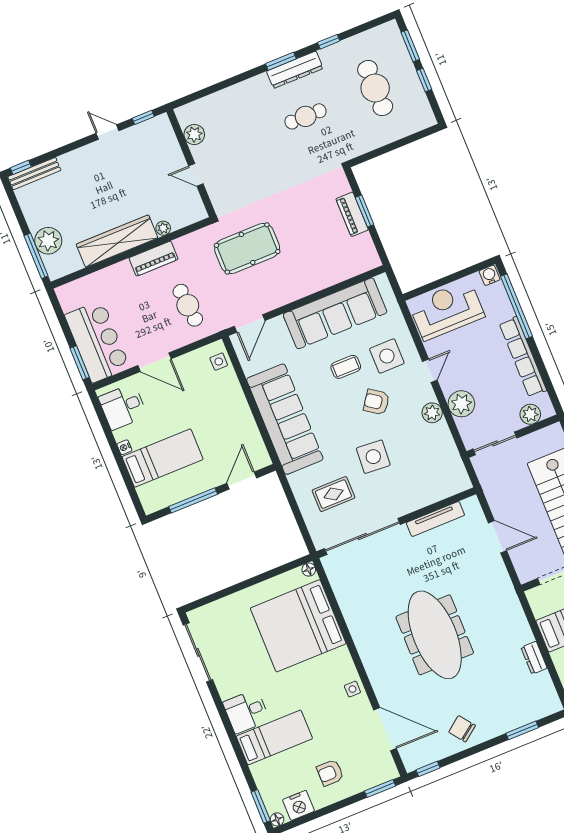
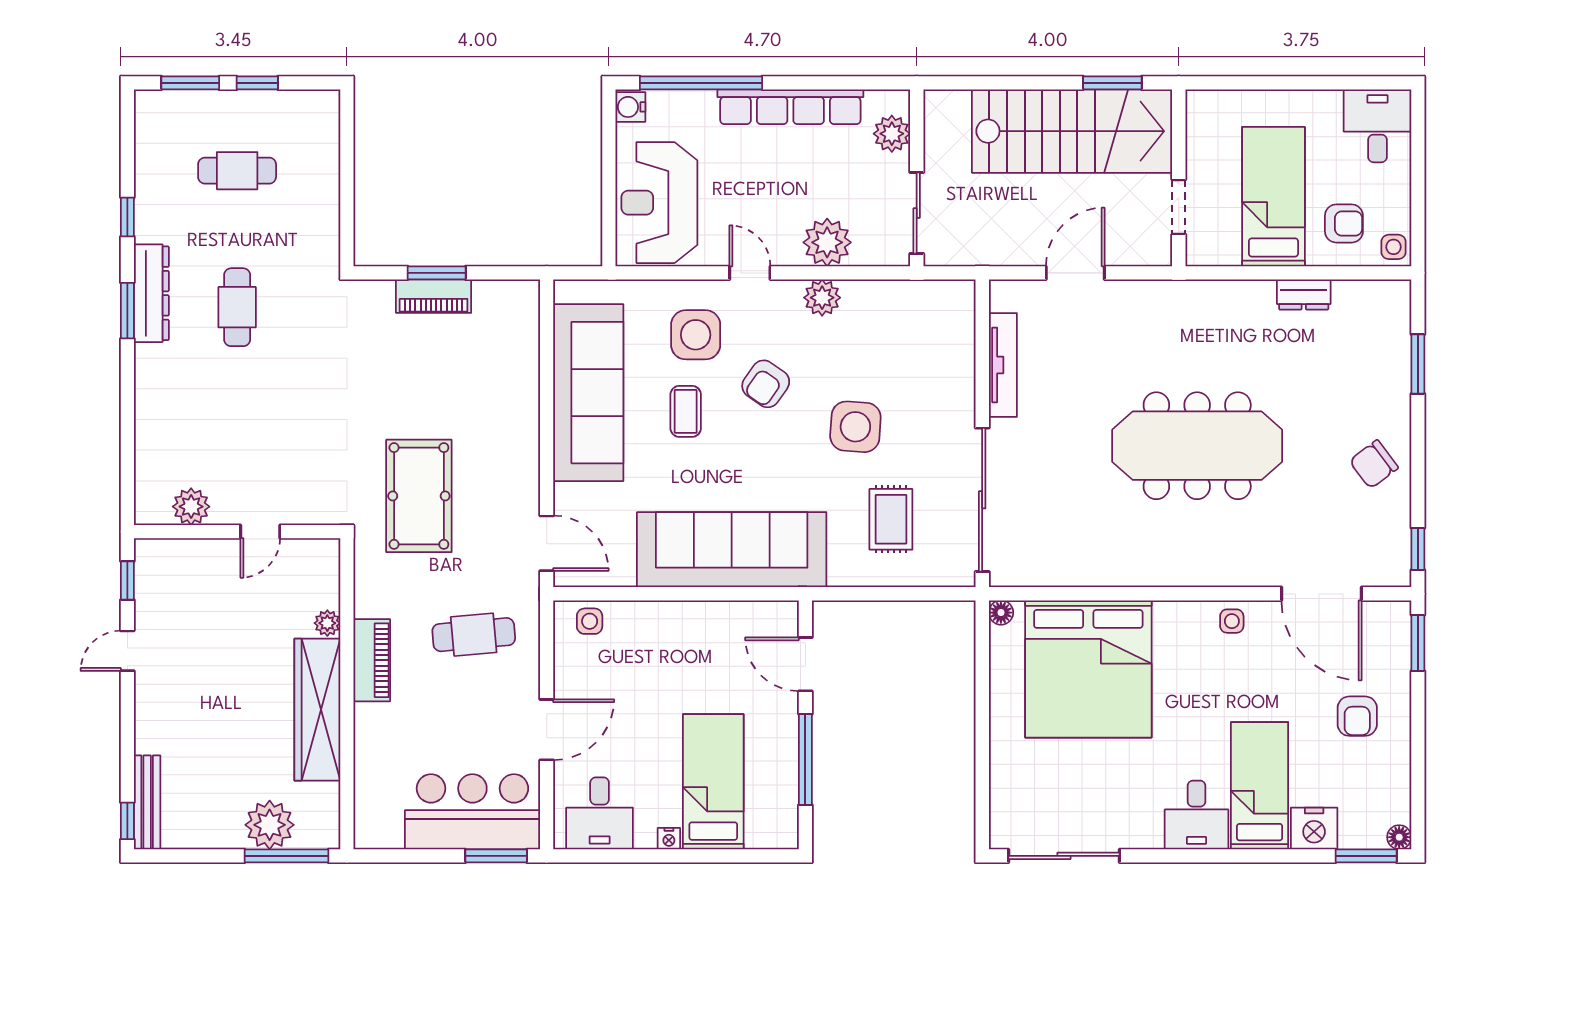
cafe table: (375, 88) -> (237, 171), width x0.73, depth x0.74
door: (385, 729) -> (1322, 594), swing flipped
nightstand: (299, 805) -> (1314, 828), moved, turned 90

